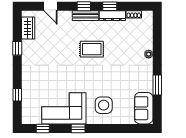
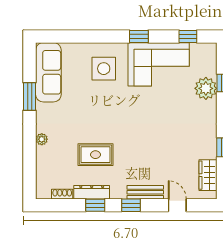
bench: (86, 16) -> (145, 192), moved
rug: (92, 49) -> (95, 155), moved
plant: (30, 91) -> (206, 88), added
sofa: (144, 108) -> (48, 72), width x1.36

